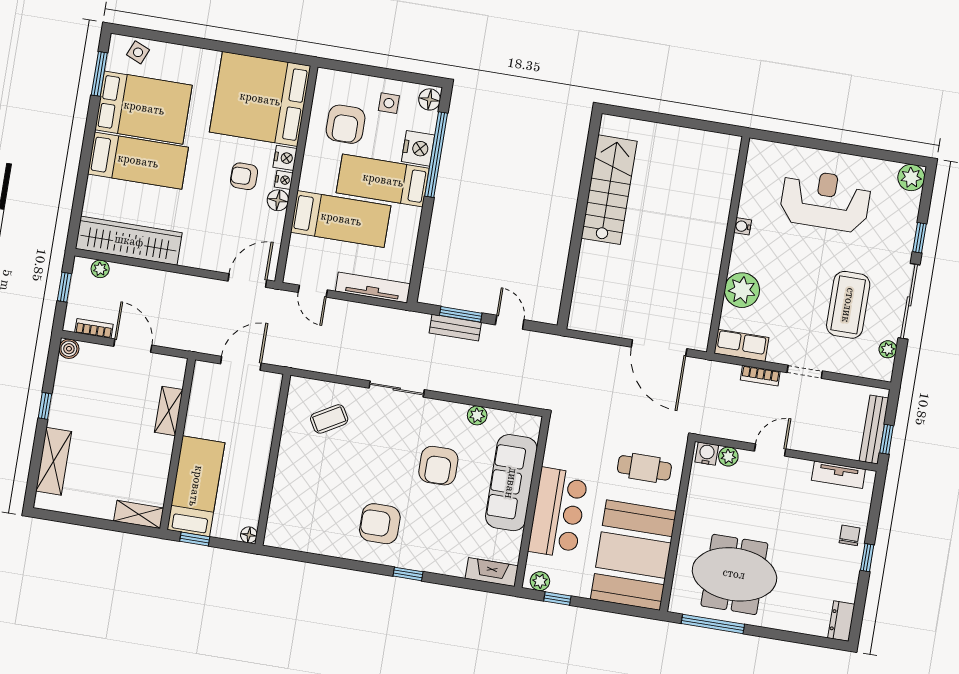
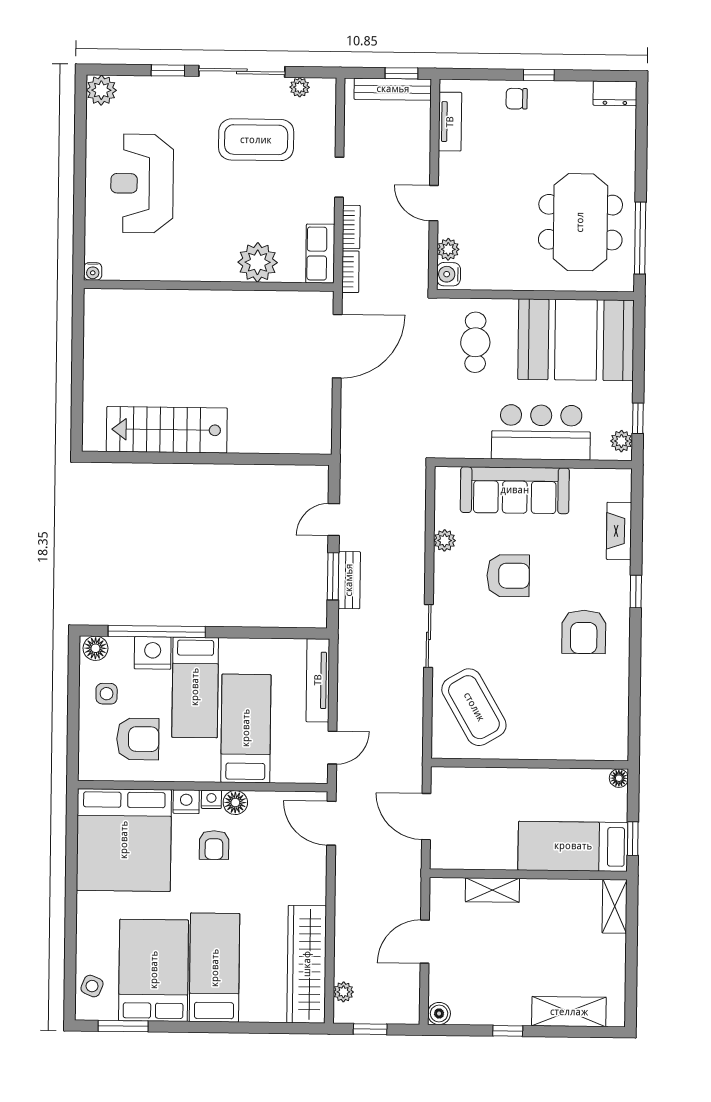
water cooler: (743, 226) -> (93, 271), moved
bookcase: (94, 328) -> (350, 272), moved, turned 180
coffee table: (329, 419) -> (474, 707), width x1.86, depth x1.72
fireplace: (492, 572) -> (619, 531), moved

